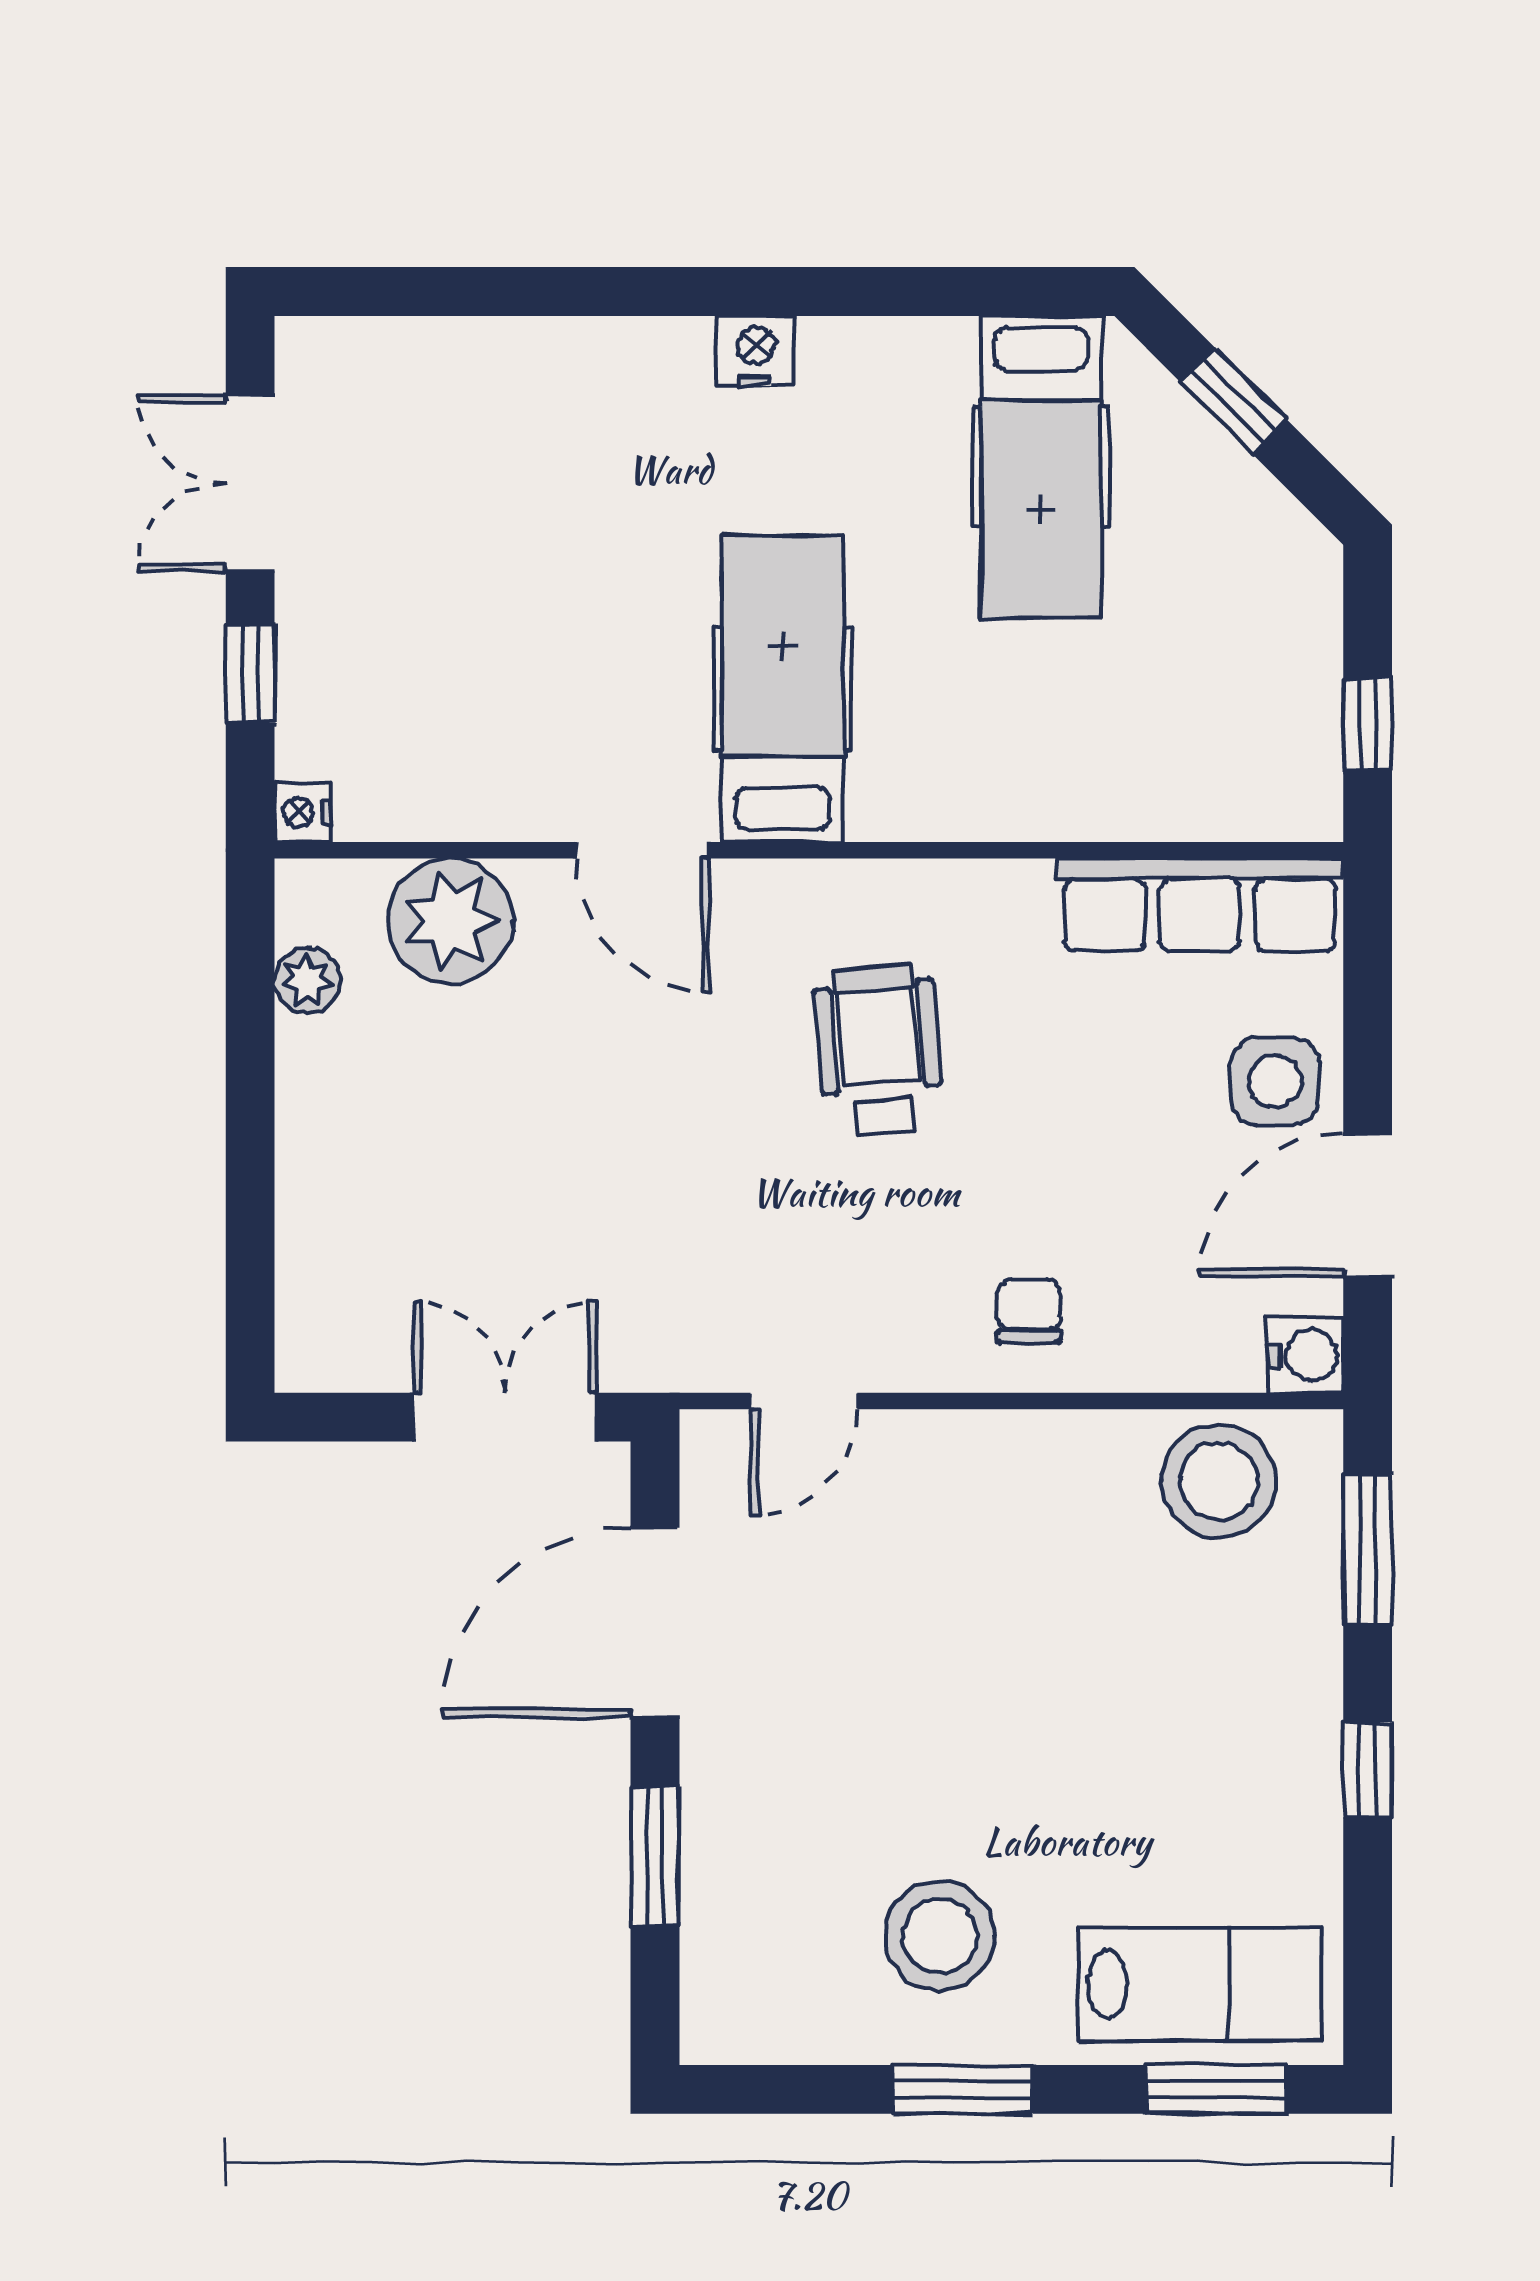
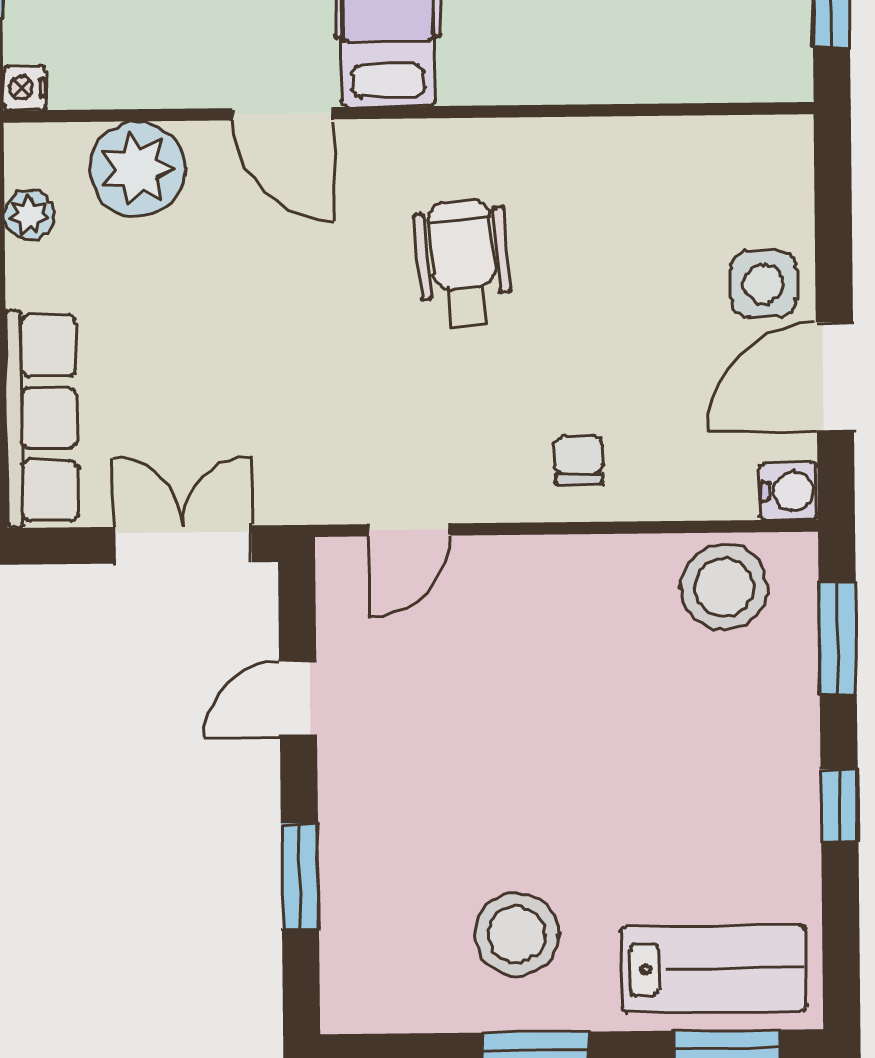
row of seats: (1200, 905) -> (42, 418), moved, turned -90
door: (655, 1622) -> (298, 699), width x0.53

